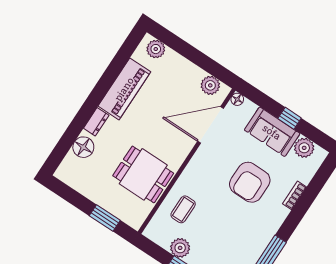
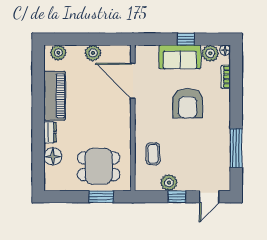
plant: (210, 85) -> (93, 53), moved
floor lamp: (237, 99) -> (225, 50), moved
door: (211, 125) -> (133, 81), hinge flipped
dining table: (143, 174) -> (99, 166), moved
bookcase: (295, 195) -> (226, 77), moved

